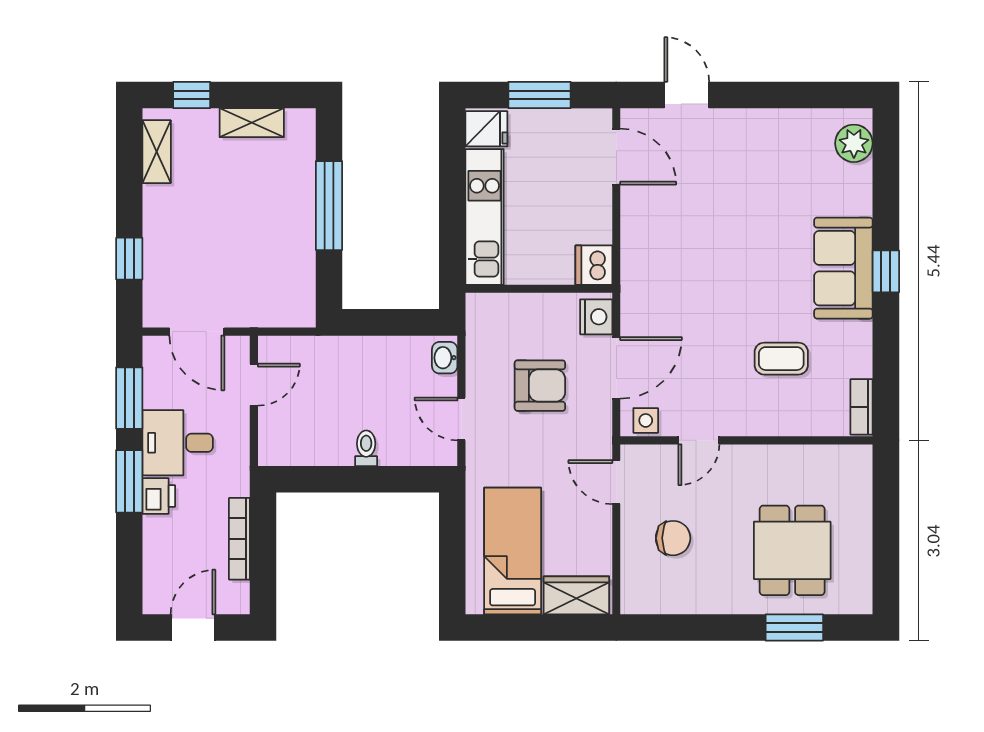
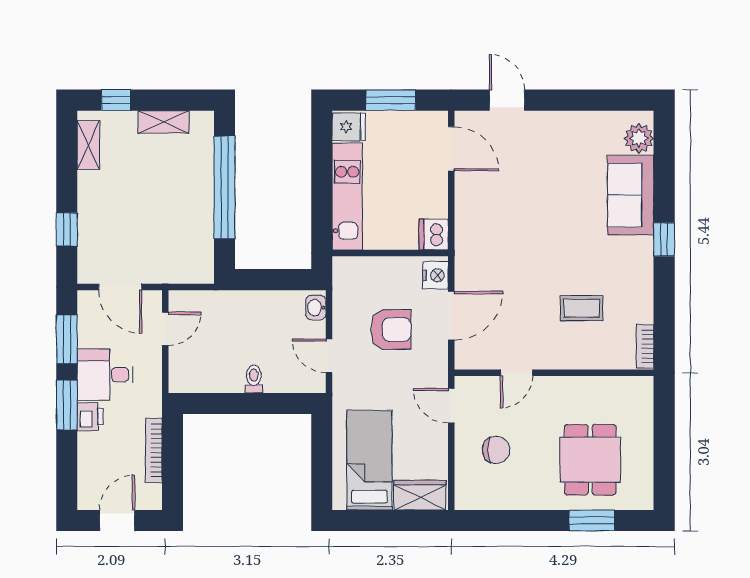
window: (329, 206) -> (224, 187), width x1.46
sofa: (843, 268) -> (631, 195), moved
side table: (646, 420) -> (475, 357), removed

